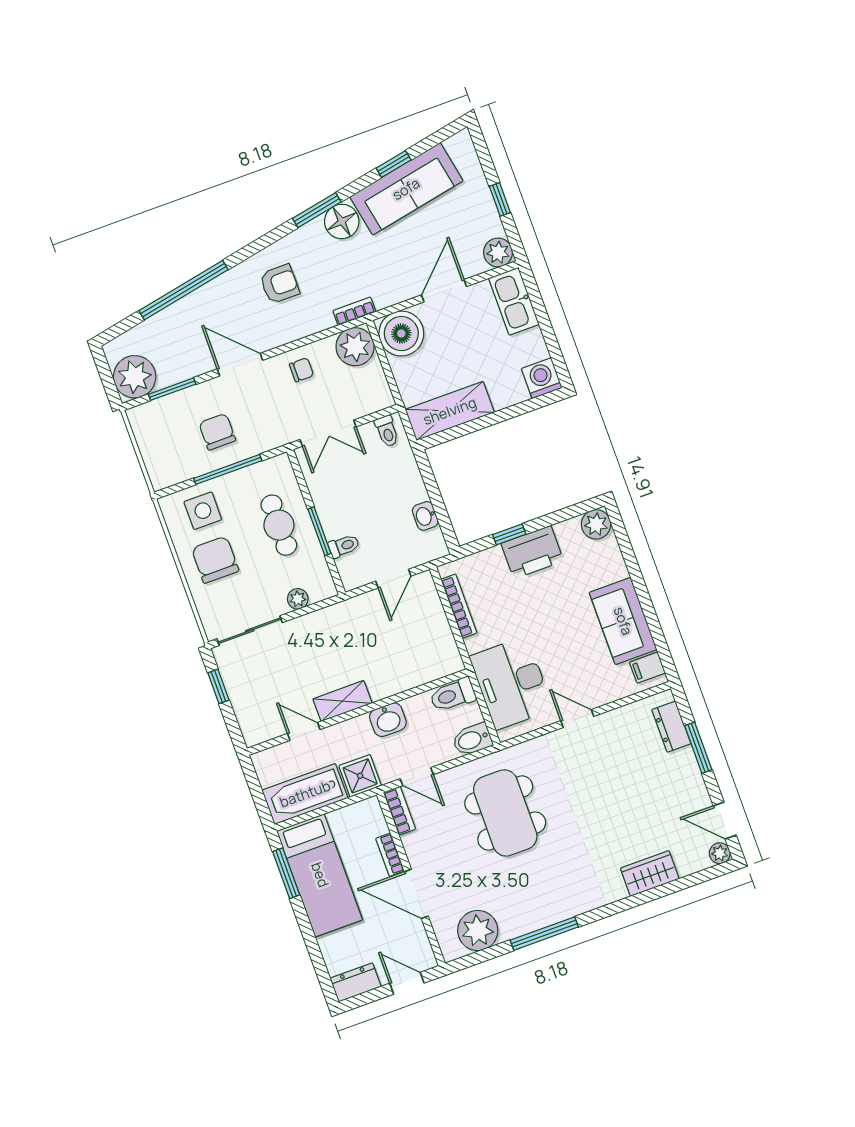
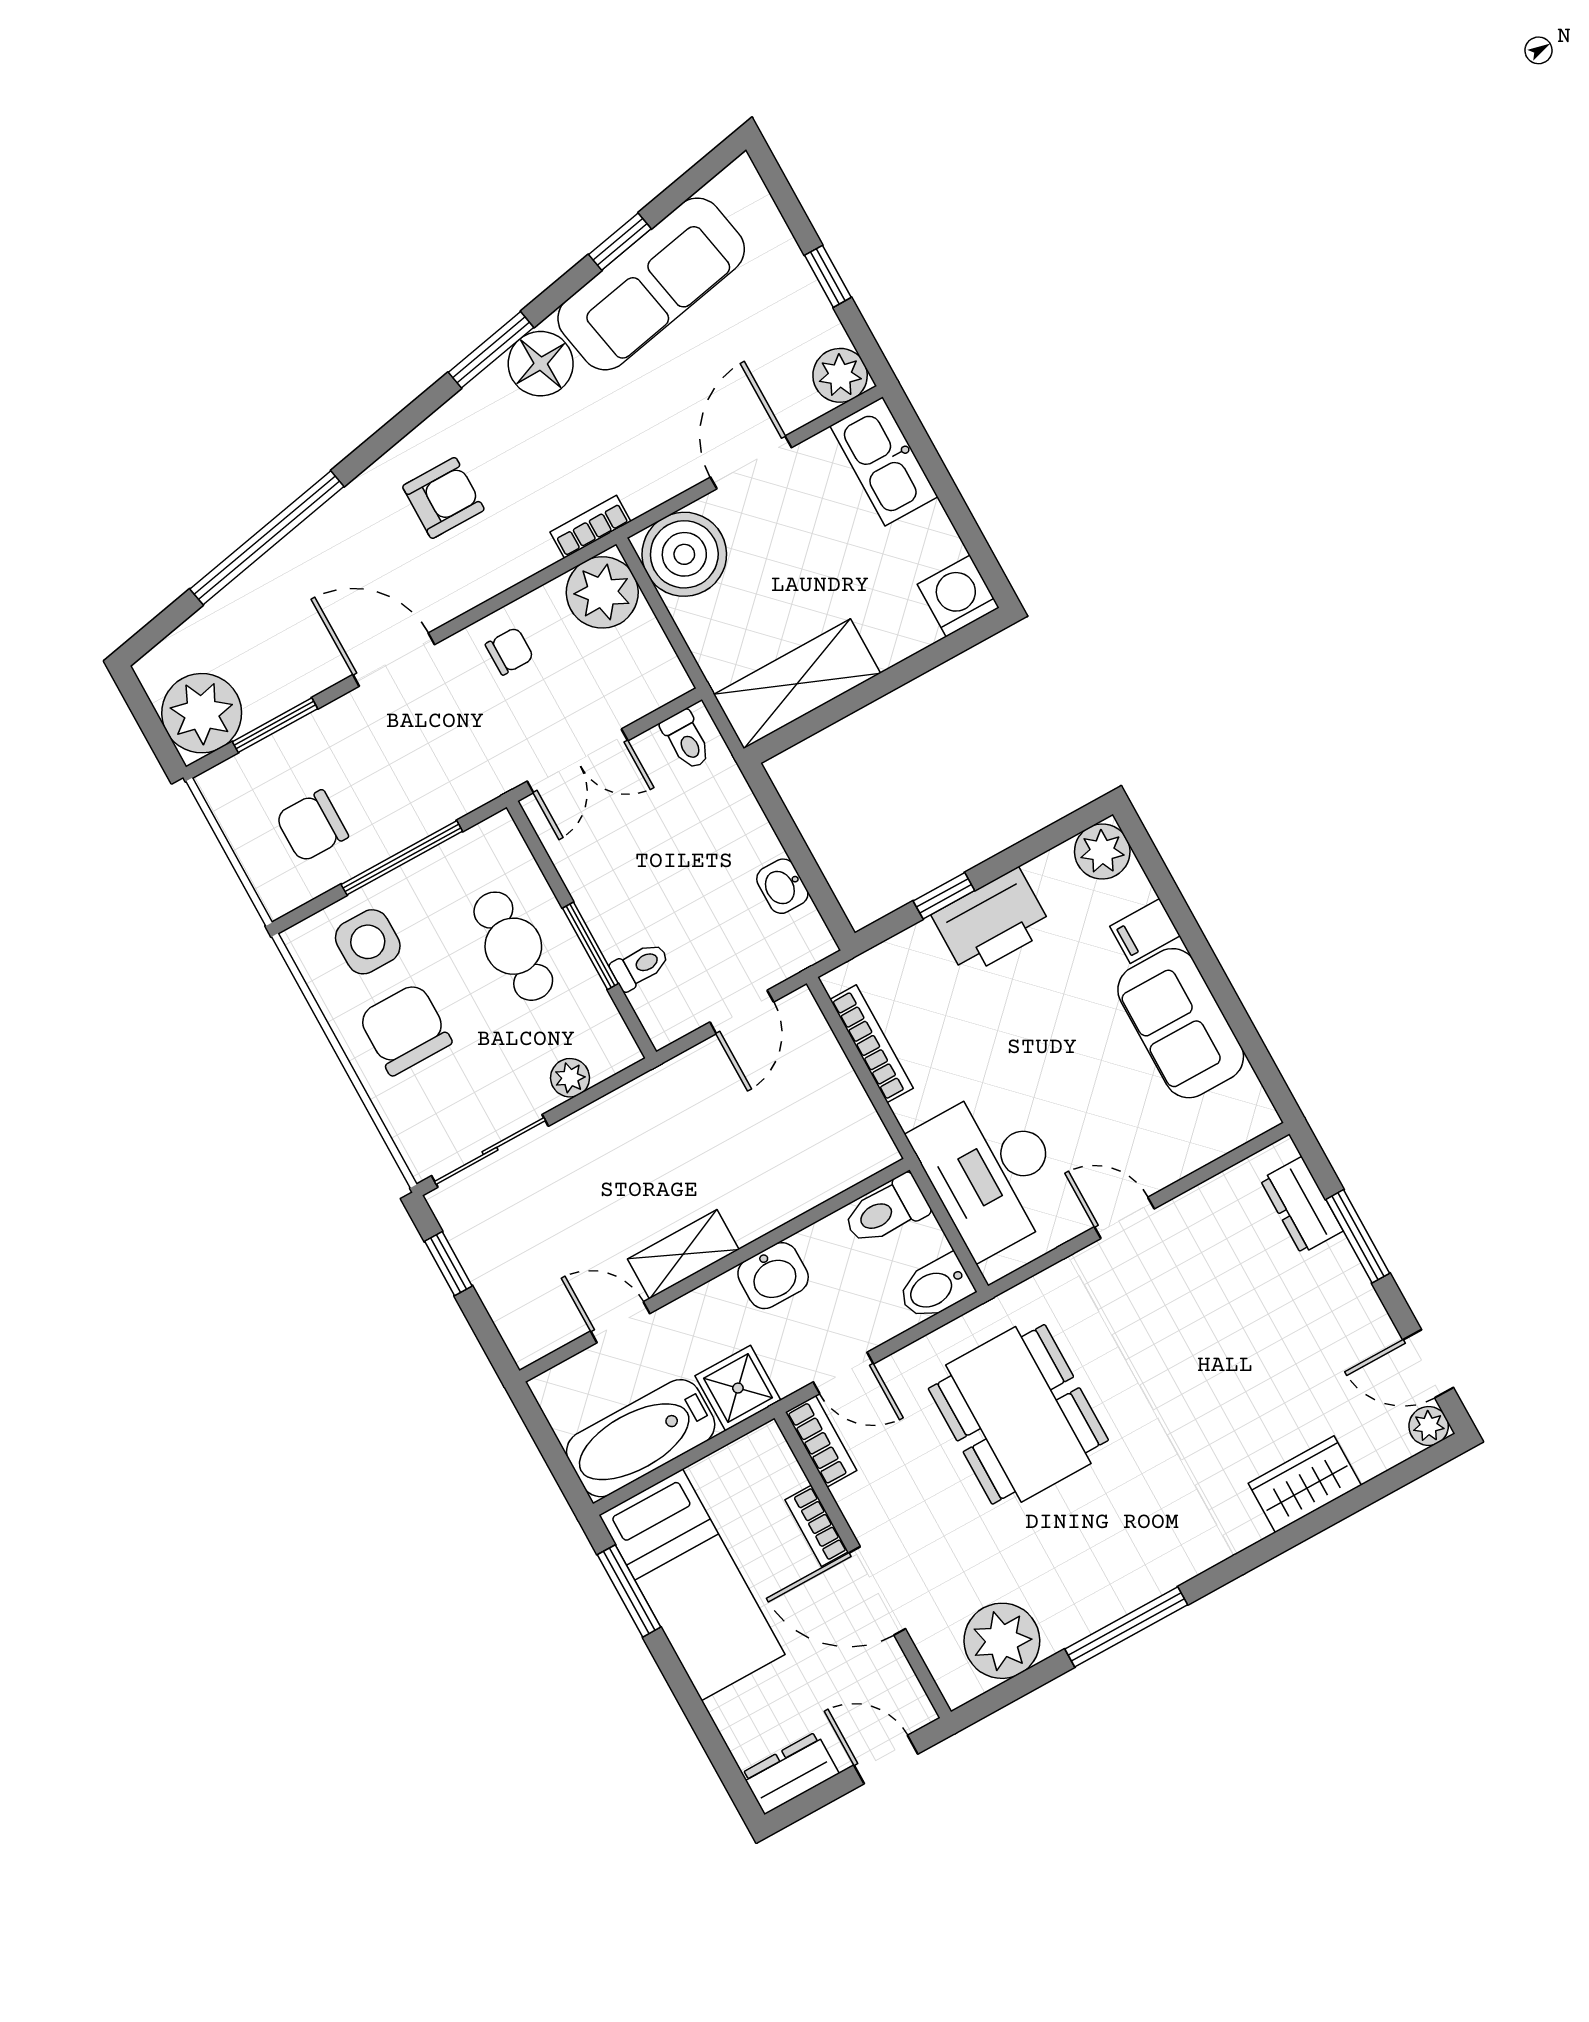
chair: (217, 432) -> (312, 826), moved, turned -90
filing cabinet: (647, 668) -> (1145, 931), moved

